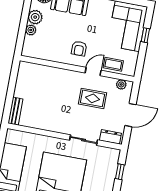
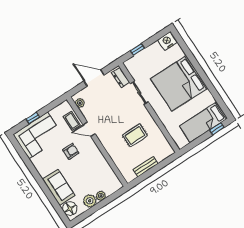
armchair: (79, 49) -> (71, 151), moved
rug: (93, 98) -> (135, 135), moved, turned 90
bench: (15, 111) -> (146, 167), moved

